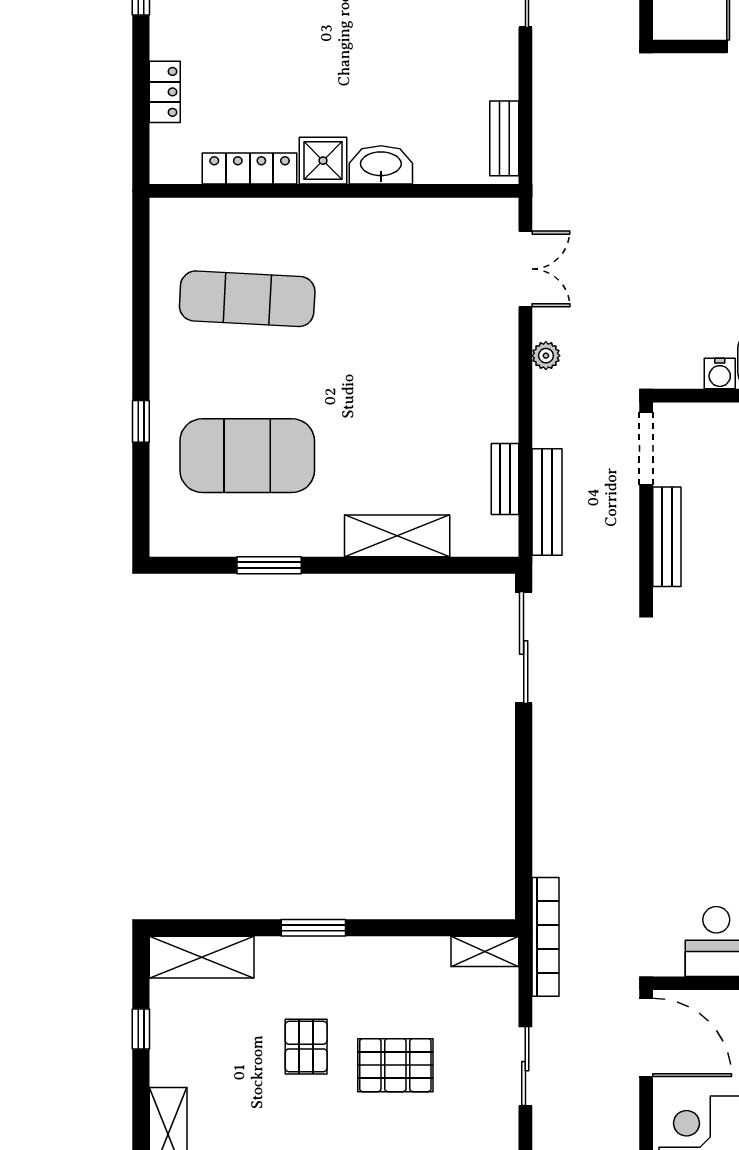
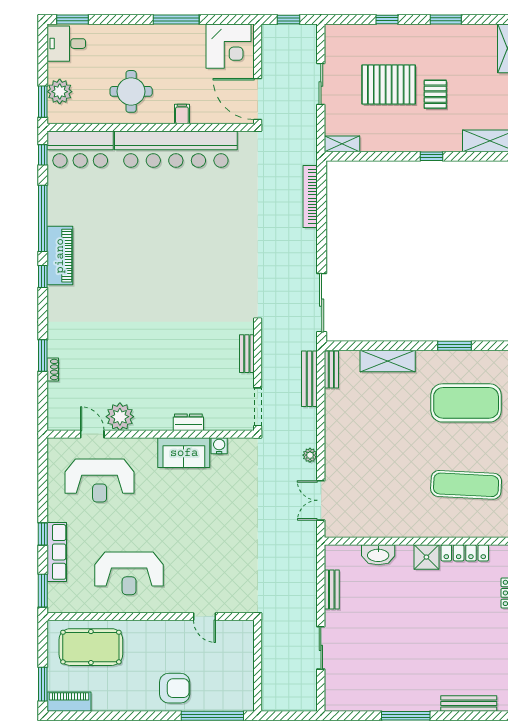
bench: (504, 138) -> (332, 590), moved
washbasin: (381, 165) -> (378, 555), moved
bench: (505, 479) -> (331, 370), moved
bench: (667, 537) -> (247, 354), width x0.73
window: (313, 928) -> (431, 156), width x0.67
bookcase: (545, 937) -> (310, 196), moved
pallet: (395, 1065) -> (389, 84), width x1.37, depth x1.41

